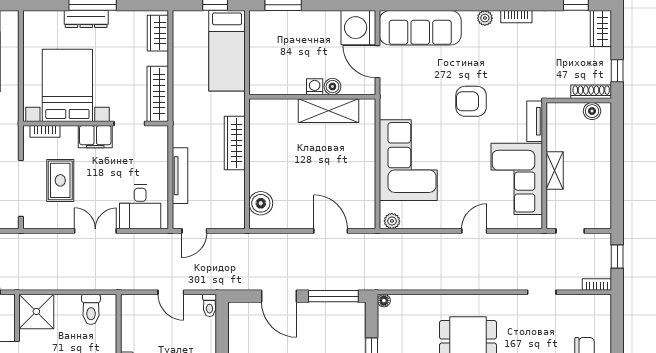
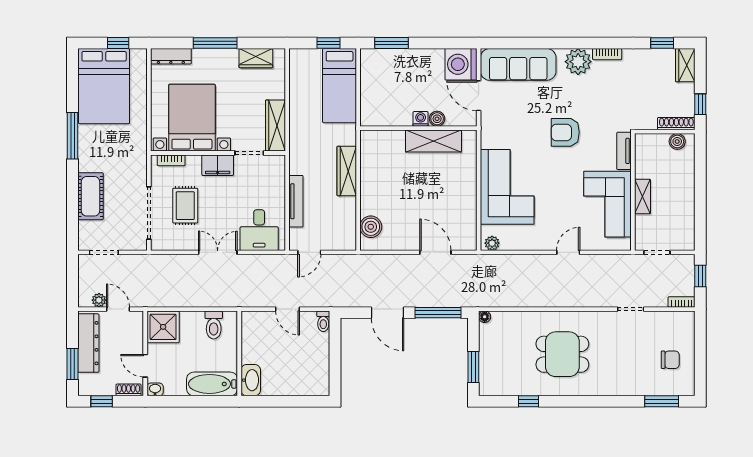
plant: (485, 18) -> (578, 62), width x1.87, depth x1.87
dresser: (86, 19) -> (171, 56), moved
wardrobe: (158, 33) -> (256, 58), moved, turned -90

